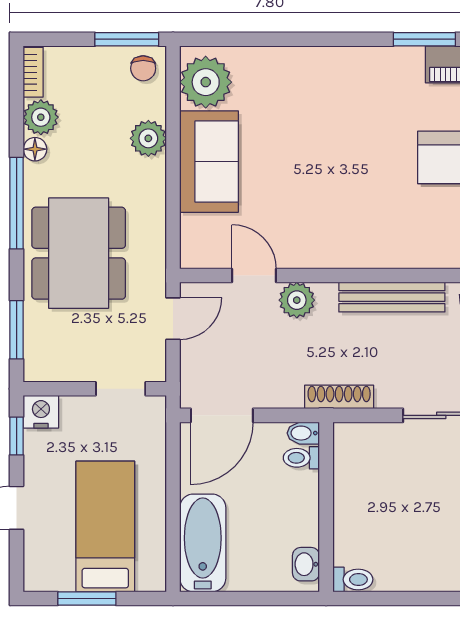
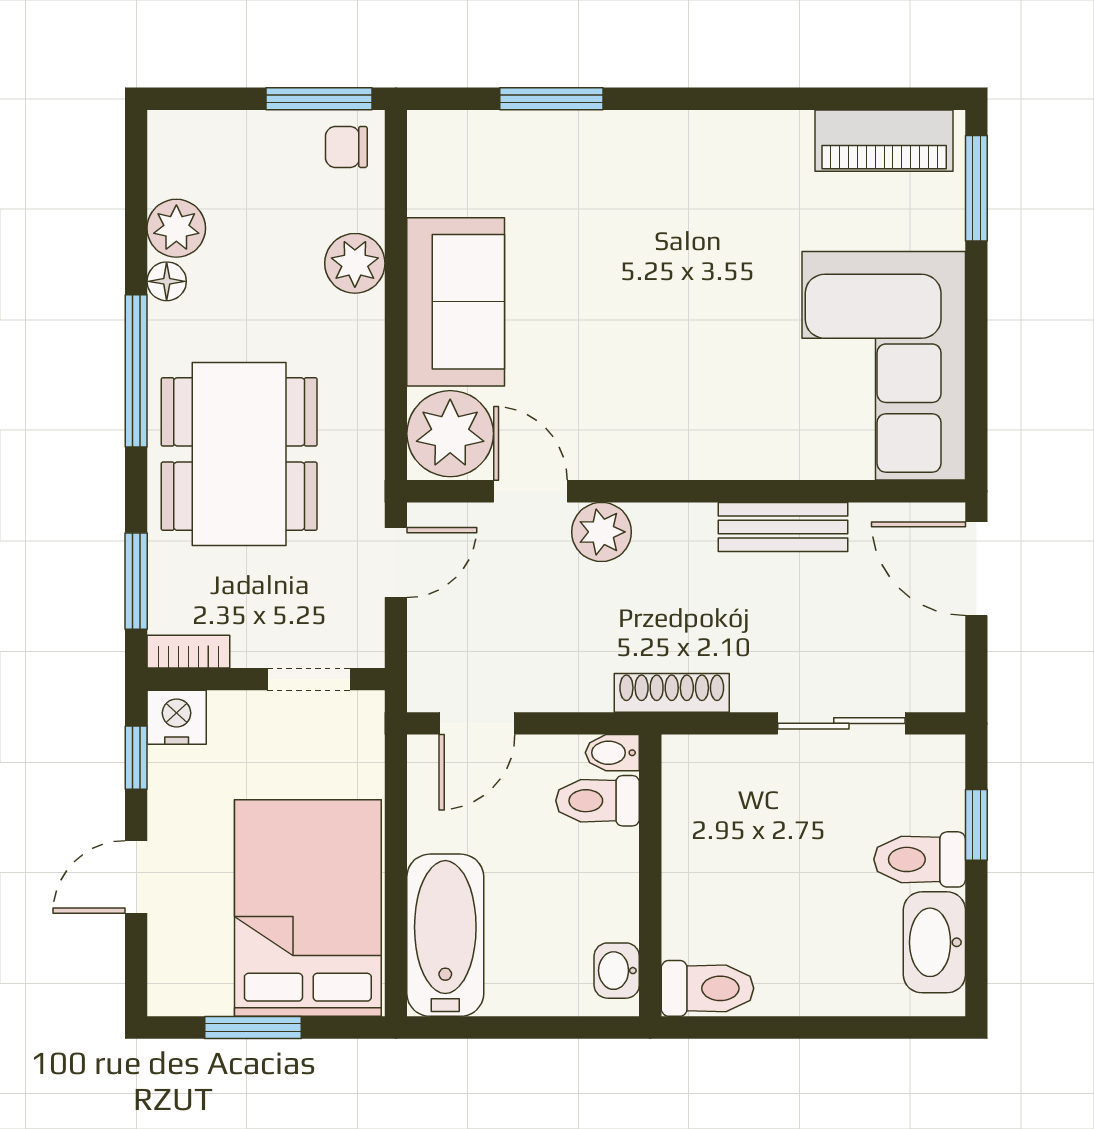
window: (424, 39) -> (551, 99), moved
chair: (143, 68) -> (346, 147), turned 90
bookcase: (33, 72) -> (188, 652), moved, turned -90
plant: (206, 82) -> (450, 434), moved
bench: (392, 297) -> (783, 527), width x0.73
door: (222, 415) -> (477, 723), width x0.73
toilet: (301, 458) -> (597, 801), width x1.37, depth x1.39
bed: (105, 527) -> (308, 908), width x1.50
toilet: (353, 579) -> (707, 988), width x1.37, depth x1.39

